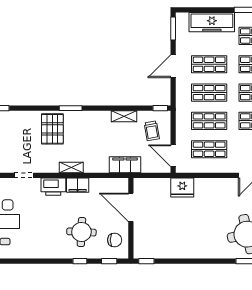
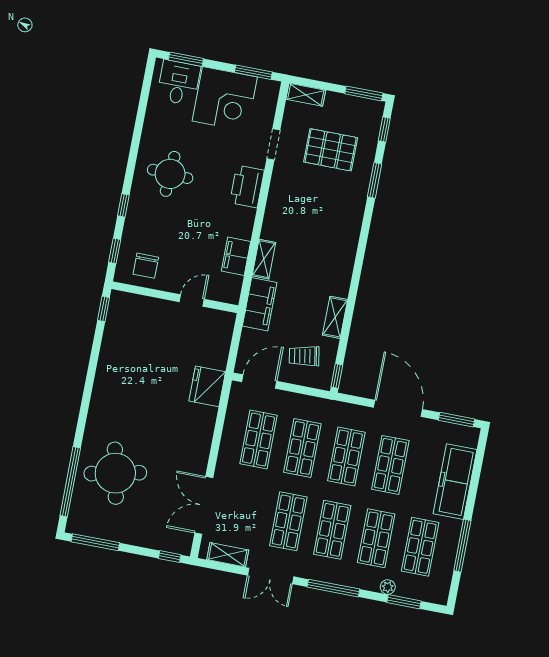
door: (173, 66) -> (398, 408), width x1.36
window: (71, 108) -> (375, 180), moved
pallet: (52, 129) -> (331, 150), moved
shelving: (71, 167) -> (264, 259), moved
filing cabinet: (78, 185) -> (236, 256), moved
door: (131, 207) -> (192, 301), width x0.53
round table: (81, 232) -> (170, 174), moved

